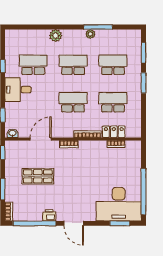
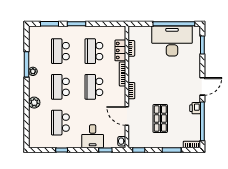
desk: (18, 90) -> (93, 136), moved
desk: (119, 204) -> (172, 41), moved, turned -90

